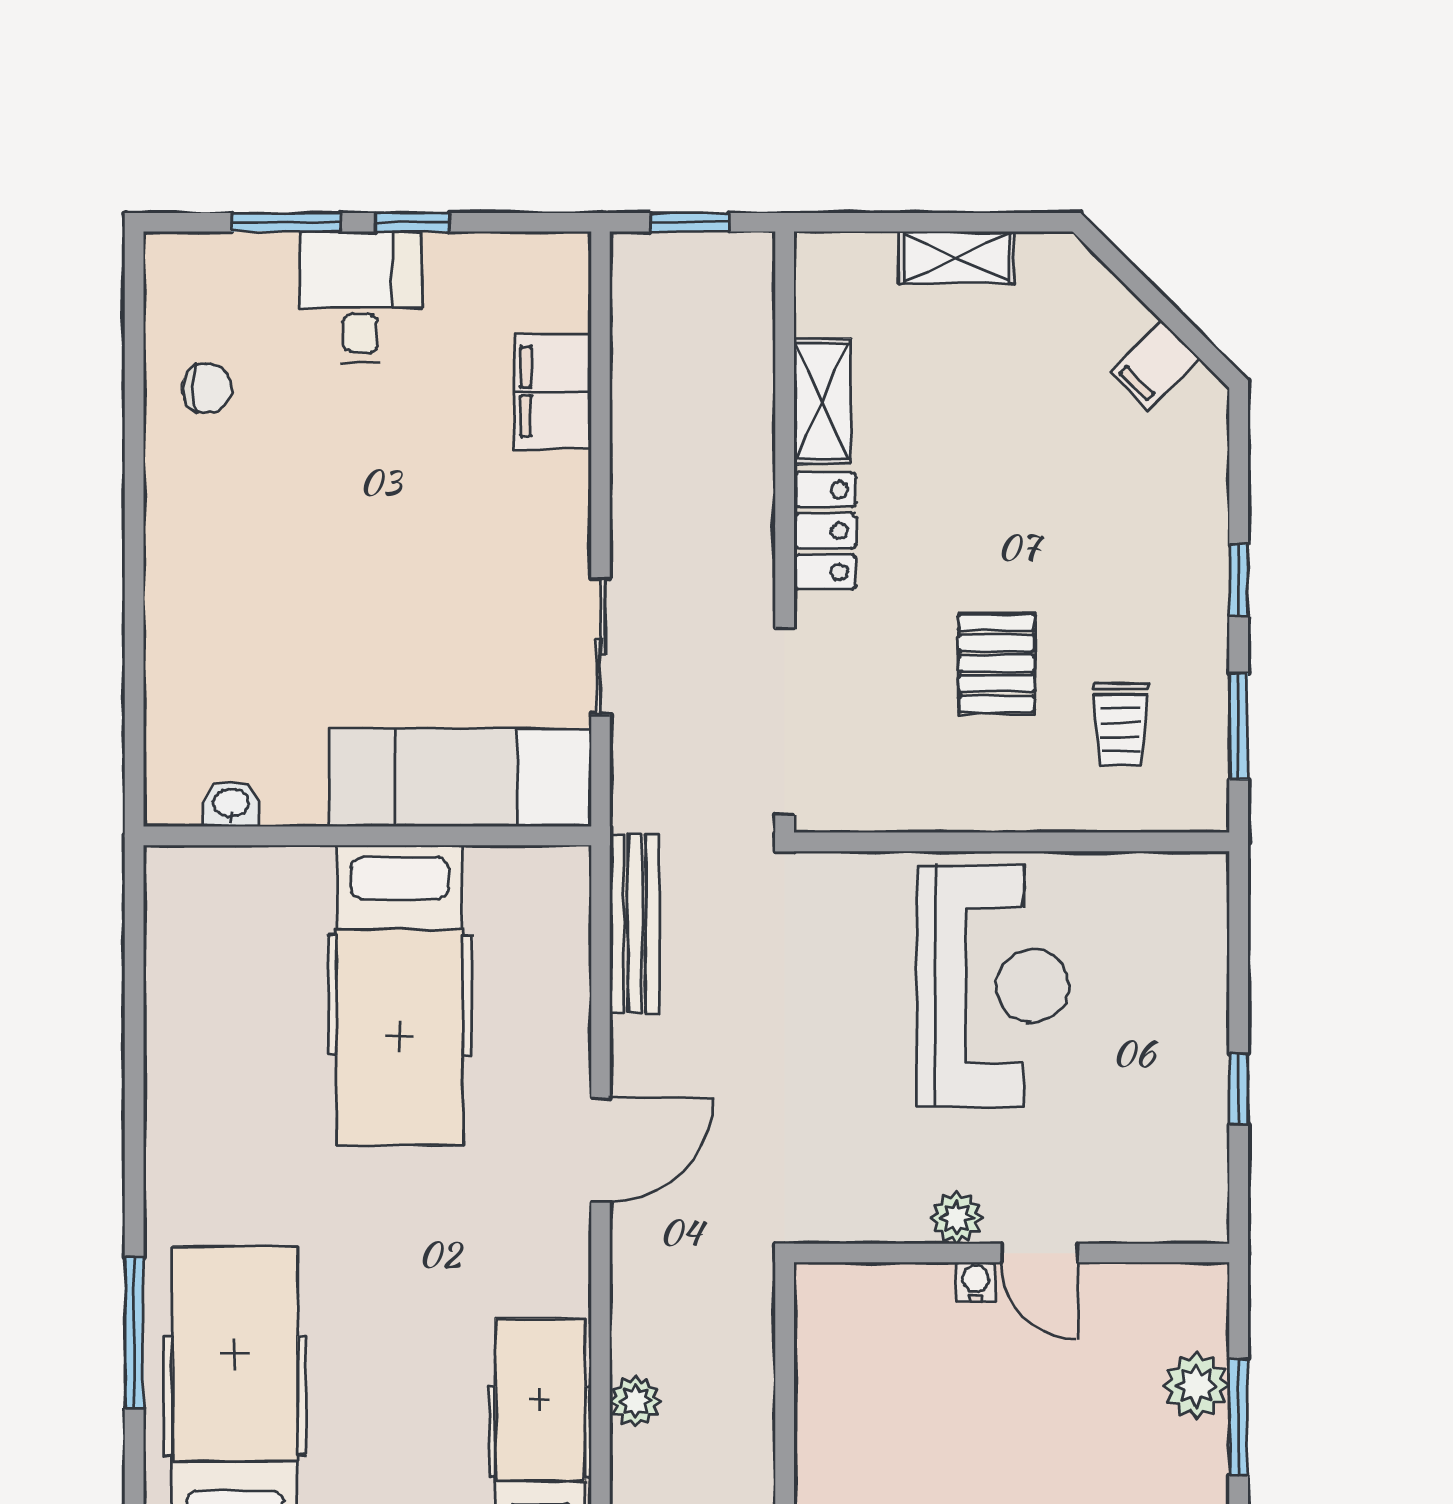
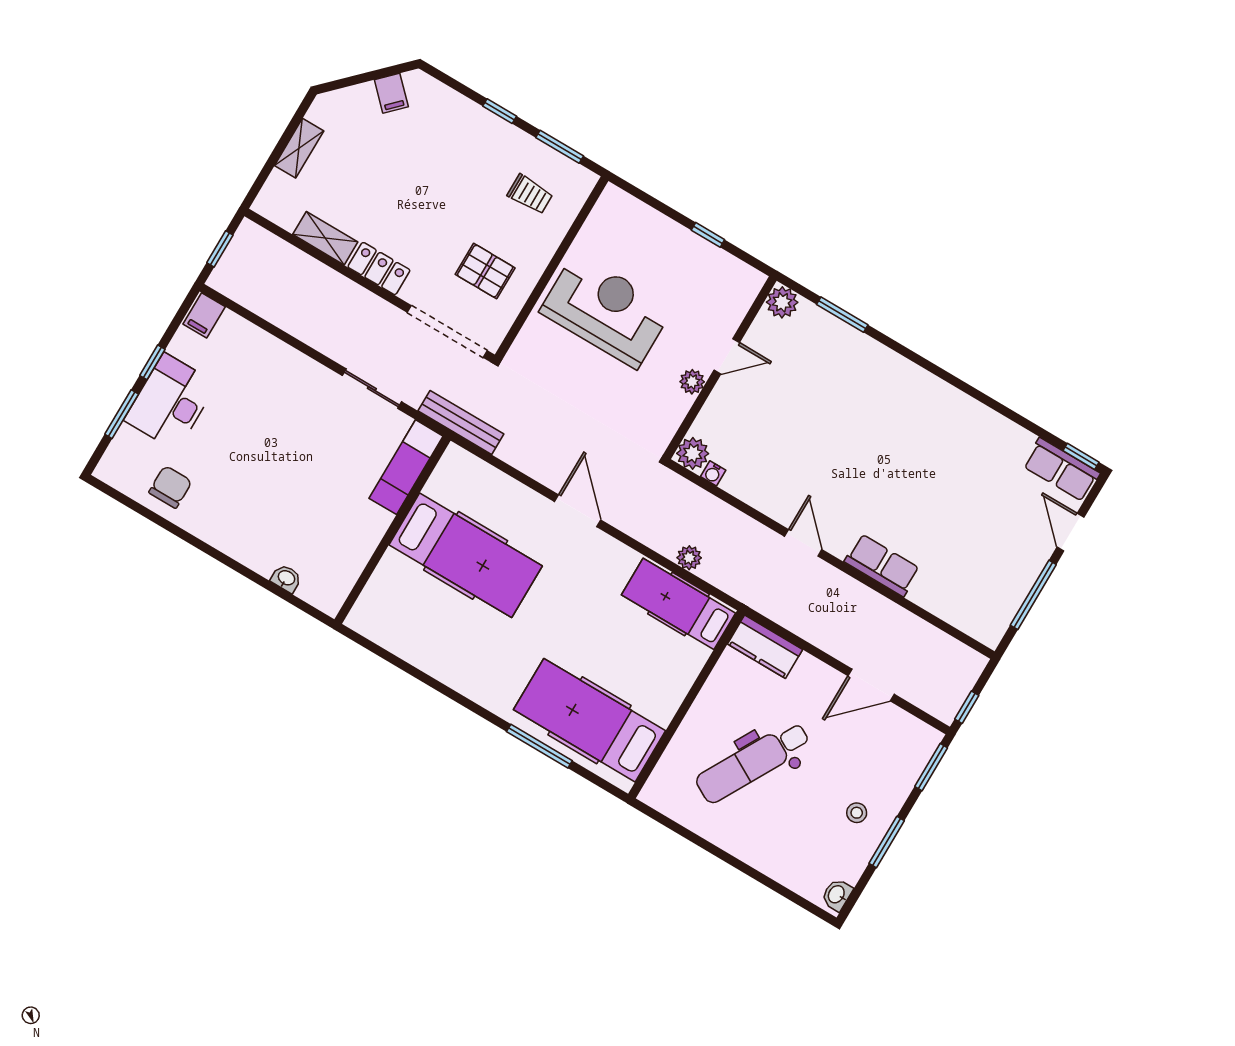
desk: (360, 297) -> (170, 402), width x1.37
chair: (207, 388) -> (170, 487), width x1.37, depth x1.37
filing cabinet: (553, 391) -> (204, 315), moved, width x0.50
pallet: (997, 663) -> (485, 271), moved
exam couch: (460, 778) -> (406, 467), width x0.73, depth x0.69
washbasin: (231, 804) -> (286, 578), moved, turned 90
bench: (635, 924) -> (461, 422), moved
water cooler: (976, 1282) -> (713, 473), moved, turned -90
plant: (827, 1296) -> (693, 453), added
plant: (1196, 1386) -> (782, 302), moved

